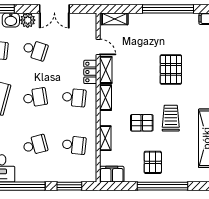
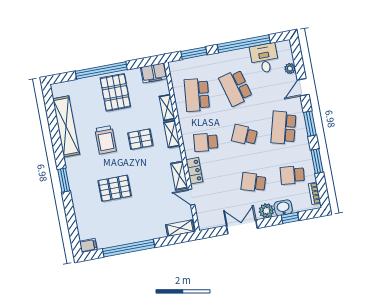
pallet: (171, 69) -> (115, 188), turned 90
school desk: (35, 98) -> (245, 135), turned 33
shelving: (106, 98) -> (172, 134), moved
pallet: (142, 123) -> (140, 139), moved
school desk: (35, 145) -> (236, 88), width x1.85
school desk: (74, 145) -> (197, 95), width x1.85
pallet: (153, 162) -> (115, 92), width x1.50, depth x1.42

